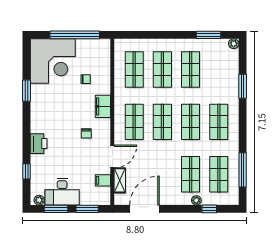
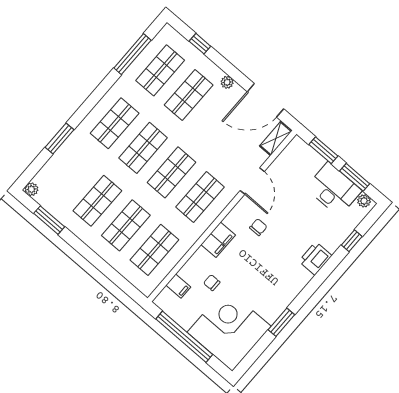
door: (112, 157) -> (252, 181), swing flipped
filing cabinet: (103, 180) -> (178, 286), moved
shelving: (120, 180) -> (276, 138), moved
plant: (196, 200) -> (227, 82), moved

